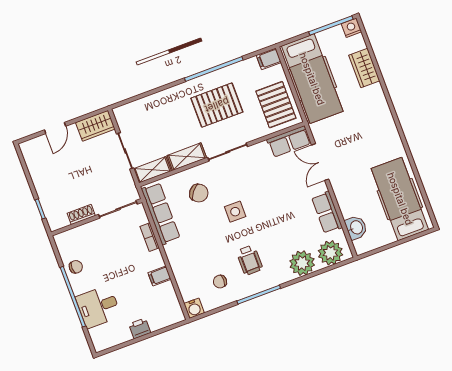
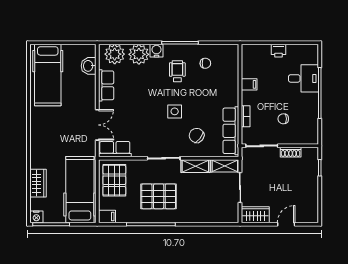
chair: (76, 267) -> (283, 119), moved
water cooler: (194, 308) -> (156, 51), moved

